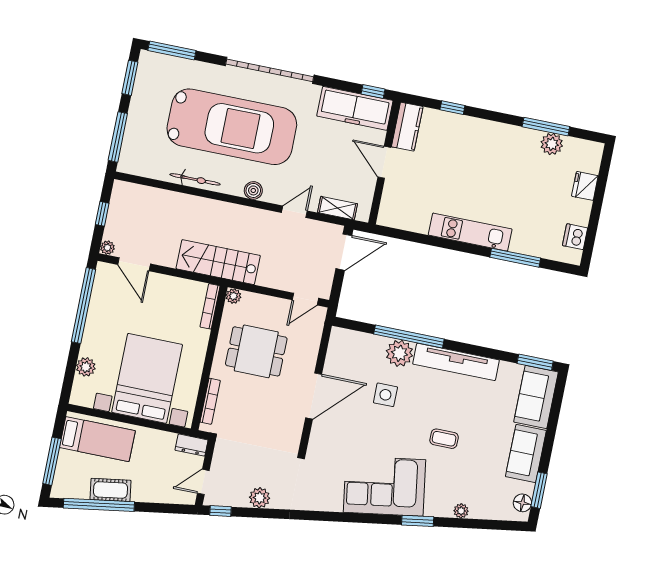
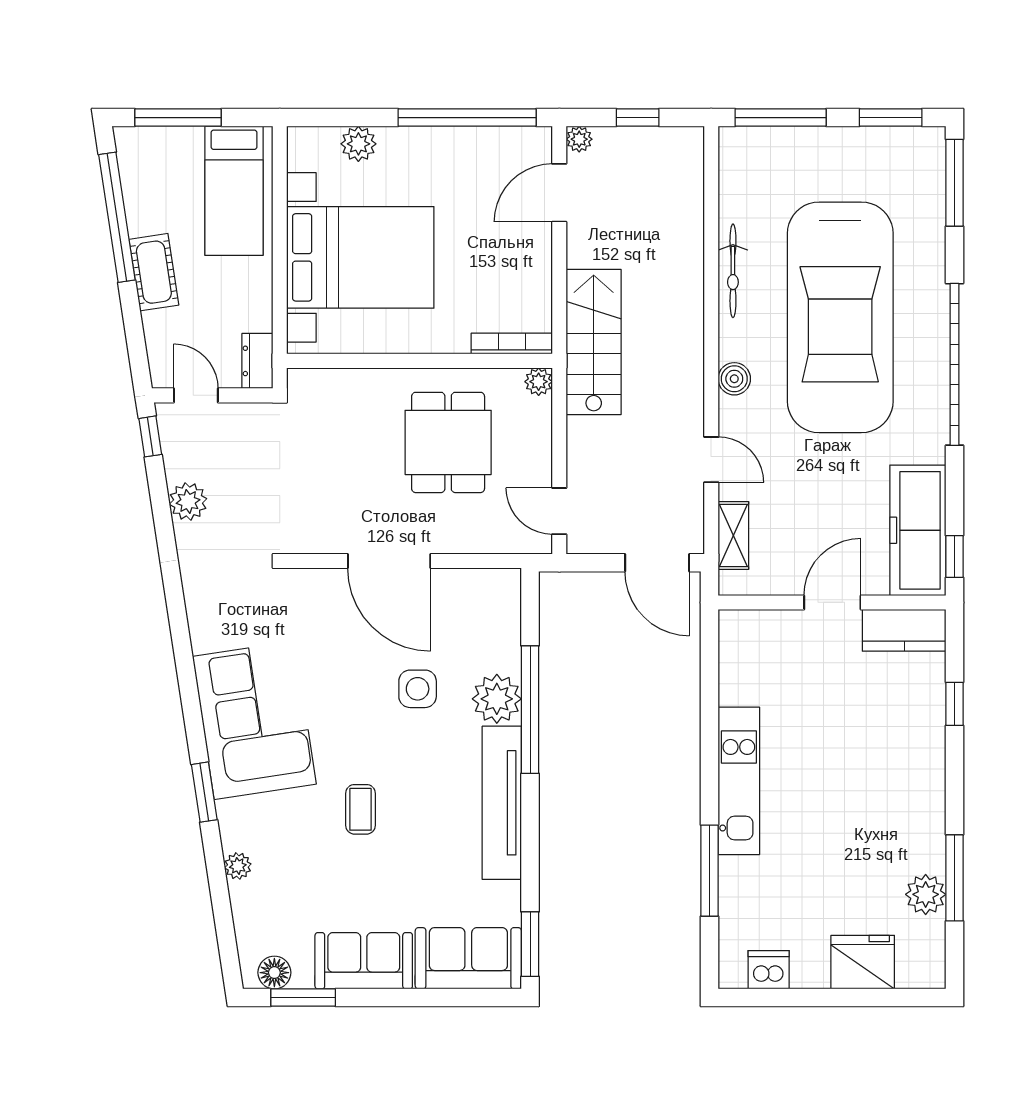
fridge: (585, 186) -> (863, 962), width x1.36, depth x1.34
bookcase: (210, 401) -> (342, 378), removed
cot: (111, 490) -> (154, 272), moved

